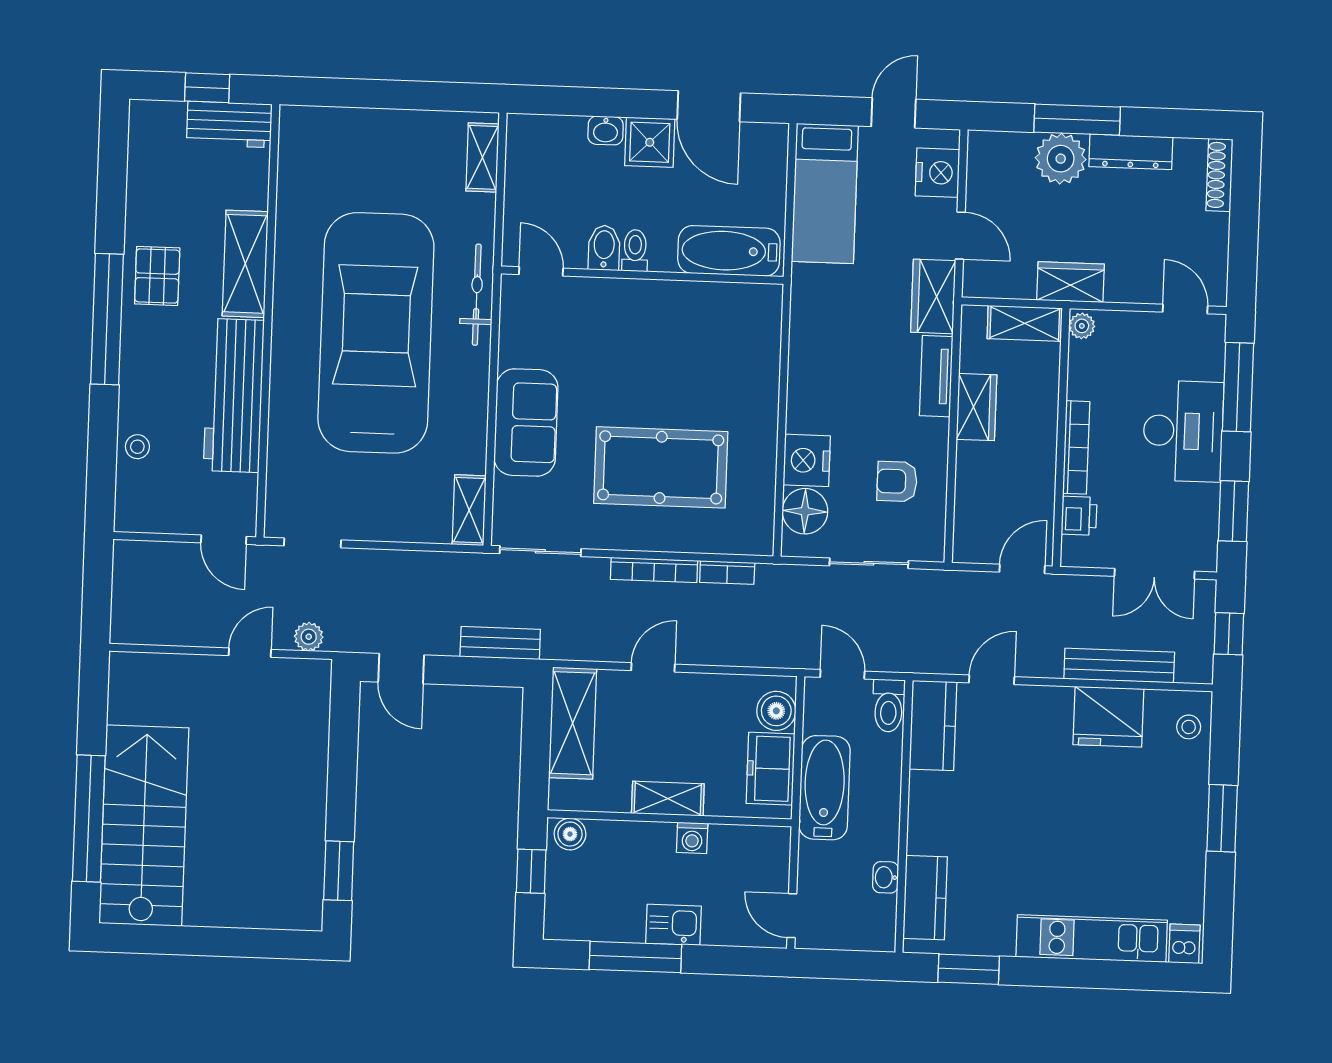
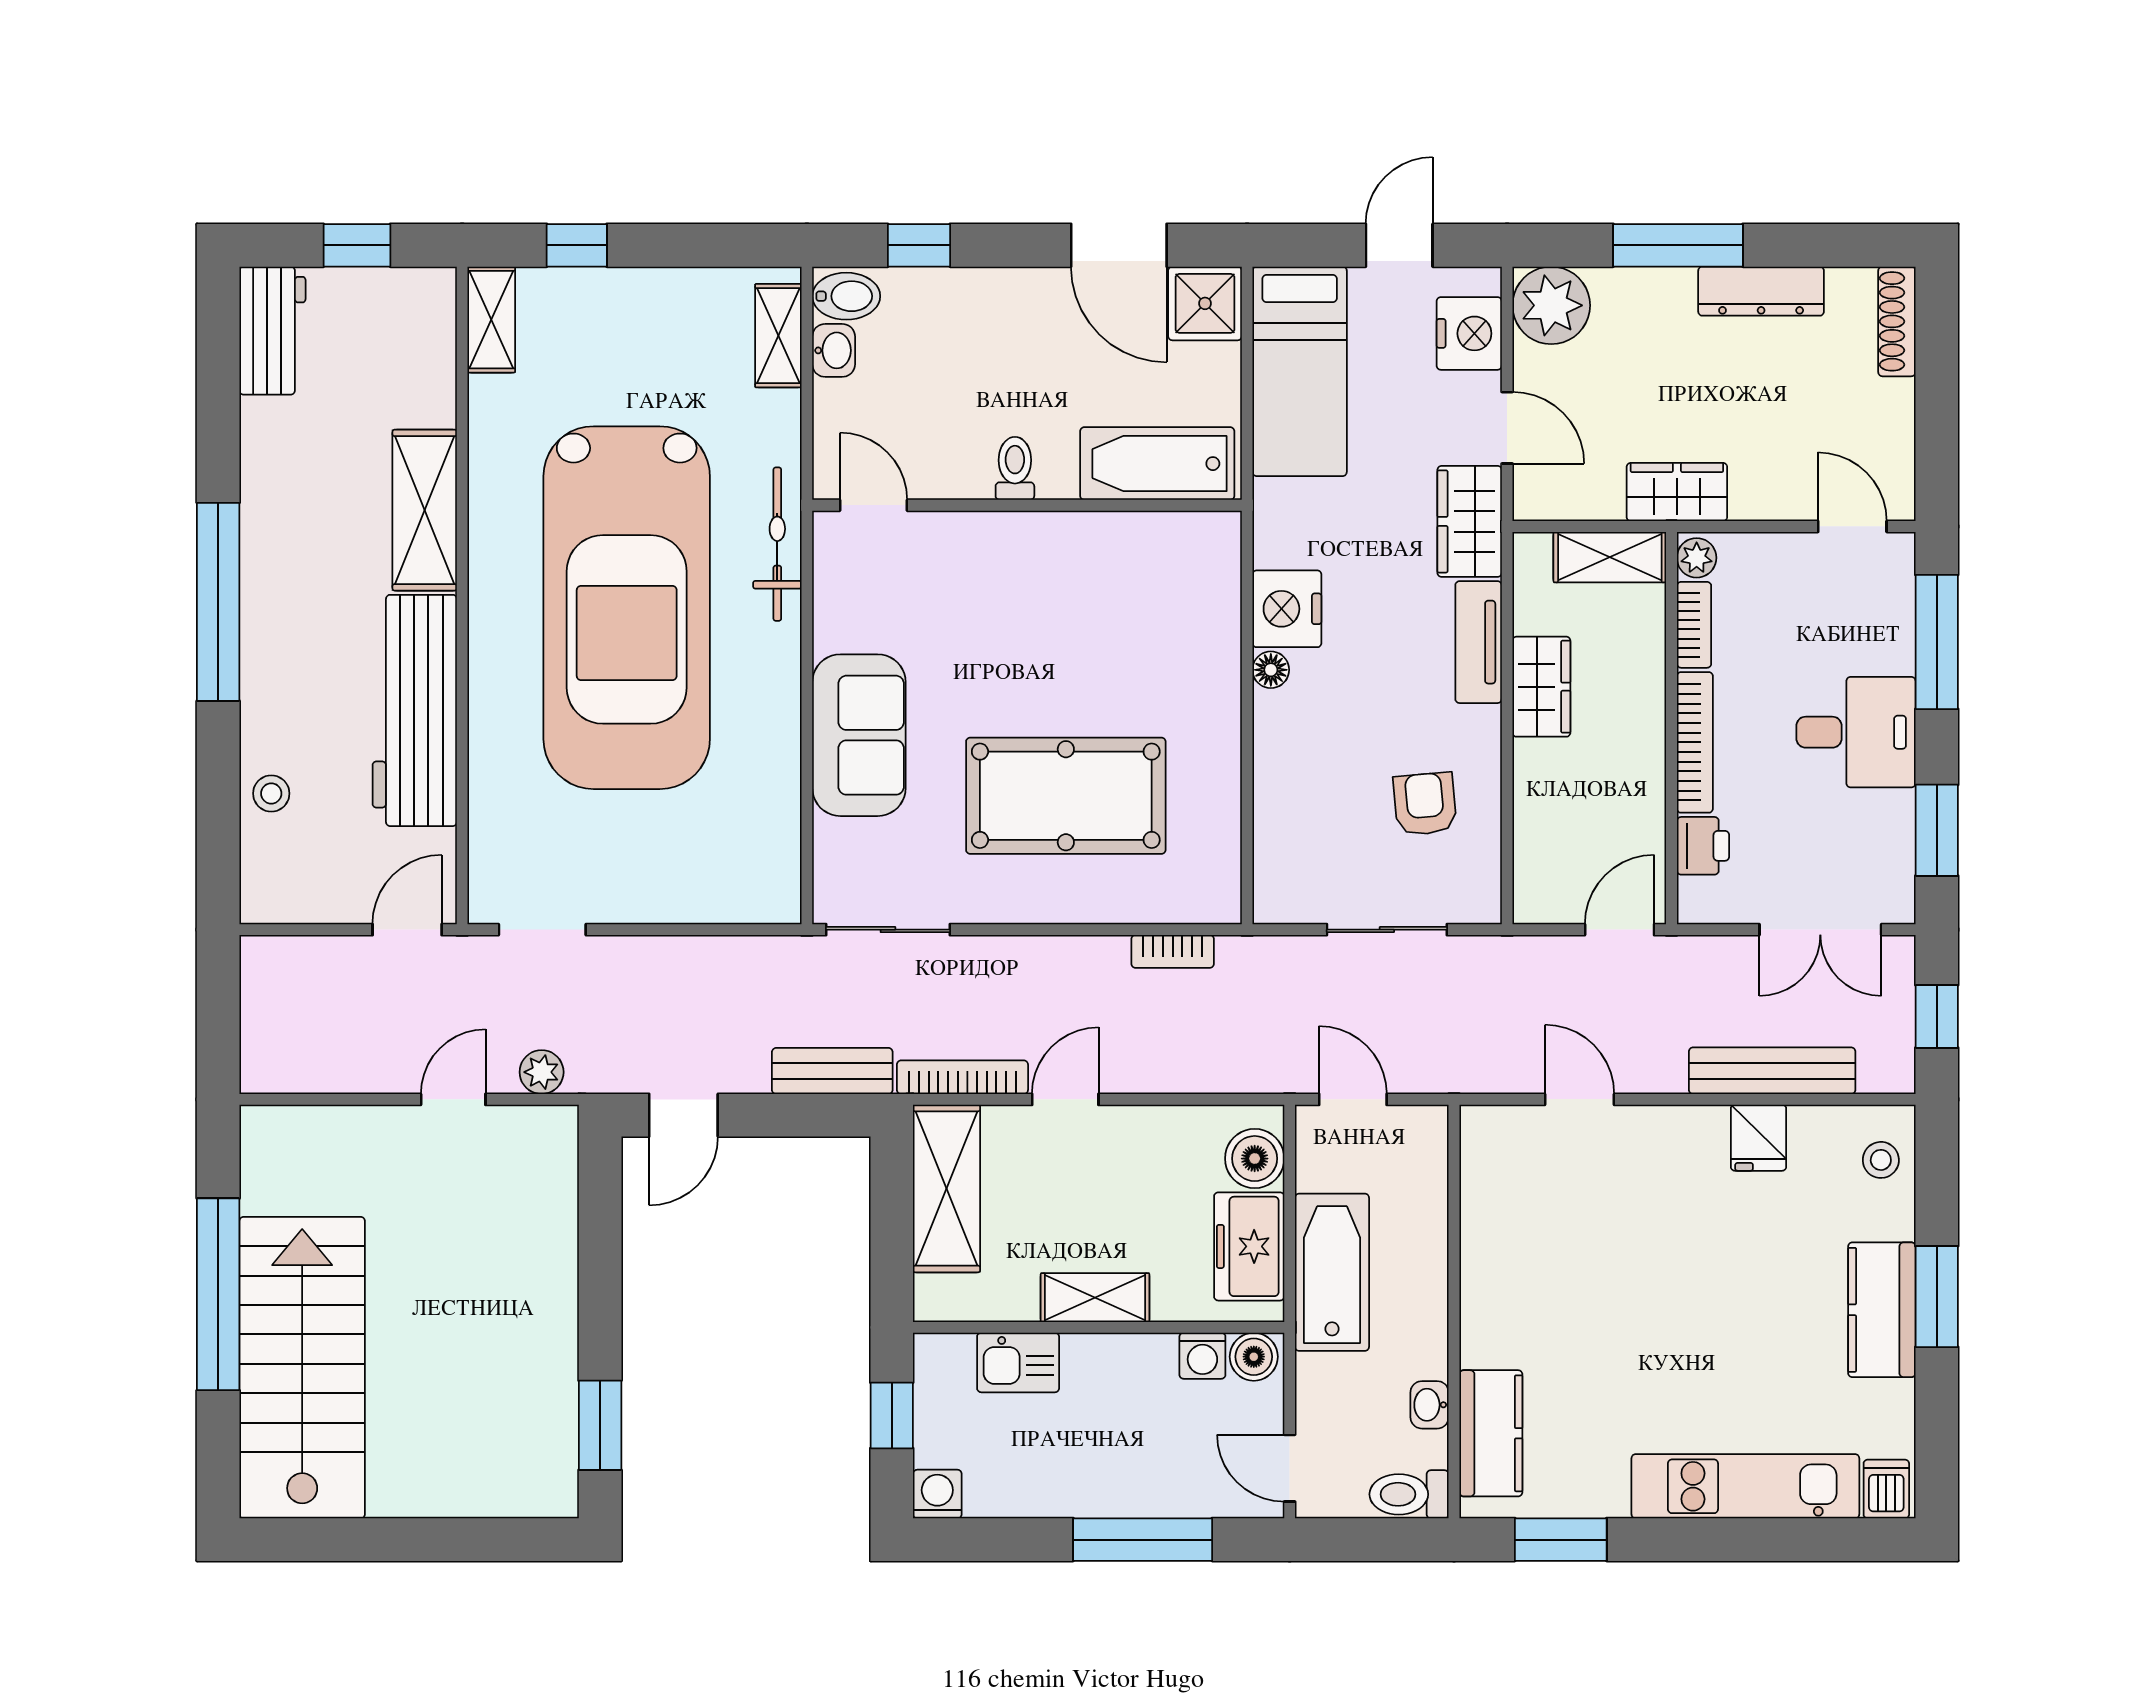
window: (352, 93) -> (577, 245), added
window: (577, 101) -> (919, 245), added
workbench: (229, 124) -> (272, 331), moved, turned -90
washbasin: (606, 130) -> (834, 350), moved, turned -90
shower: (650, 142) -> (1205, 303), moved
plant: (1061, 159) -> (1551, 305), moved
bidet: (604, 248) -> (846, 296), moved, turned 90
pallet: (157, 276) -> (292, 533), removed
car: (376, 333) -> (627, 608), turned 180
bookcase: (1079, 370) -> (1694, 625), added
desk: (1183, 431) -> (1856, 732), width x0.73
nightstand: (807, 460) -> (1287, 609), moved
armchair: (897, 481) -> (1425, 804), turned 85
shelving: (469, 510) -> (491, 320), moved
floor lamp: (805, 511) -> (1271, 670), moved, width x0.53, depth x0.53
door: (224, 540) -> (407, 930), swing flipped
bookcase: (654, 570) -> (962, 1077), moved, turned 180
door: (401, 669) -> (683, 1115), hinge flipped
door: (992, 680) -> (1580, 1099), hinge flipped
toilet: (889, 706) -> (1409, 1494), moved, turned 90
fridge: (1108, 717) -> (1759, 1138), width x0.53, depth x0.75
kitchen counter: (933, 726) -> (1882, 1310), moved, turned 180
window: (89, 818) -> (218, 1294), moved
boiler: (570, 834) -> (1254, 1357), moved
washing machine: (692, 838) -> (1202, 1356), moved
washing machine: (559, 924) -> (937, 1494), added
kitchen sink: (673, 925) -> (1018, 1362), moved, turned 180
window: (635, 957) -> (1143, 1540), moved

